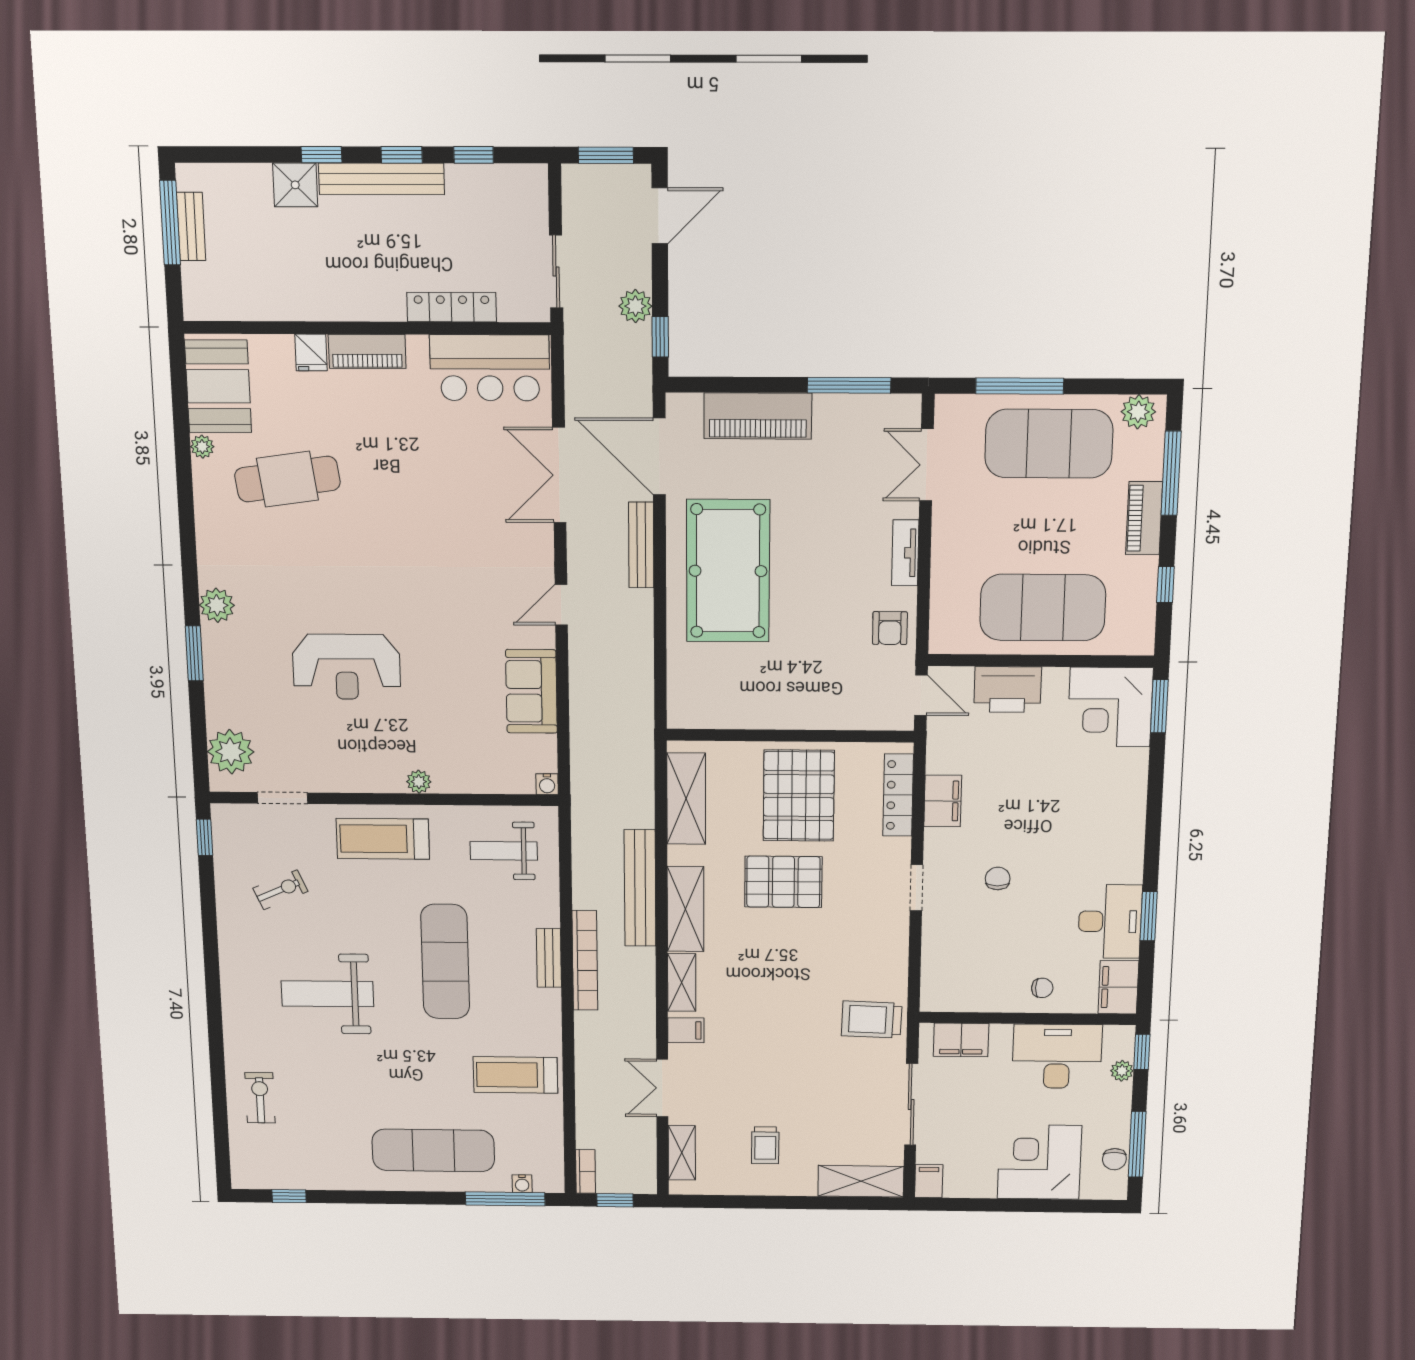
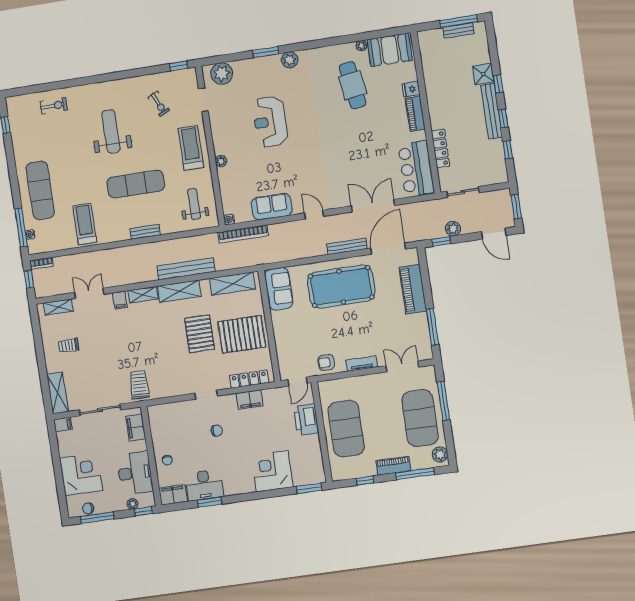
sofa: (712, 704) -> (279, 289), added
corner desk: (1110, 707) -> (272, 471), moved
bookcase: (585, 960) -> (243, 234), moved

